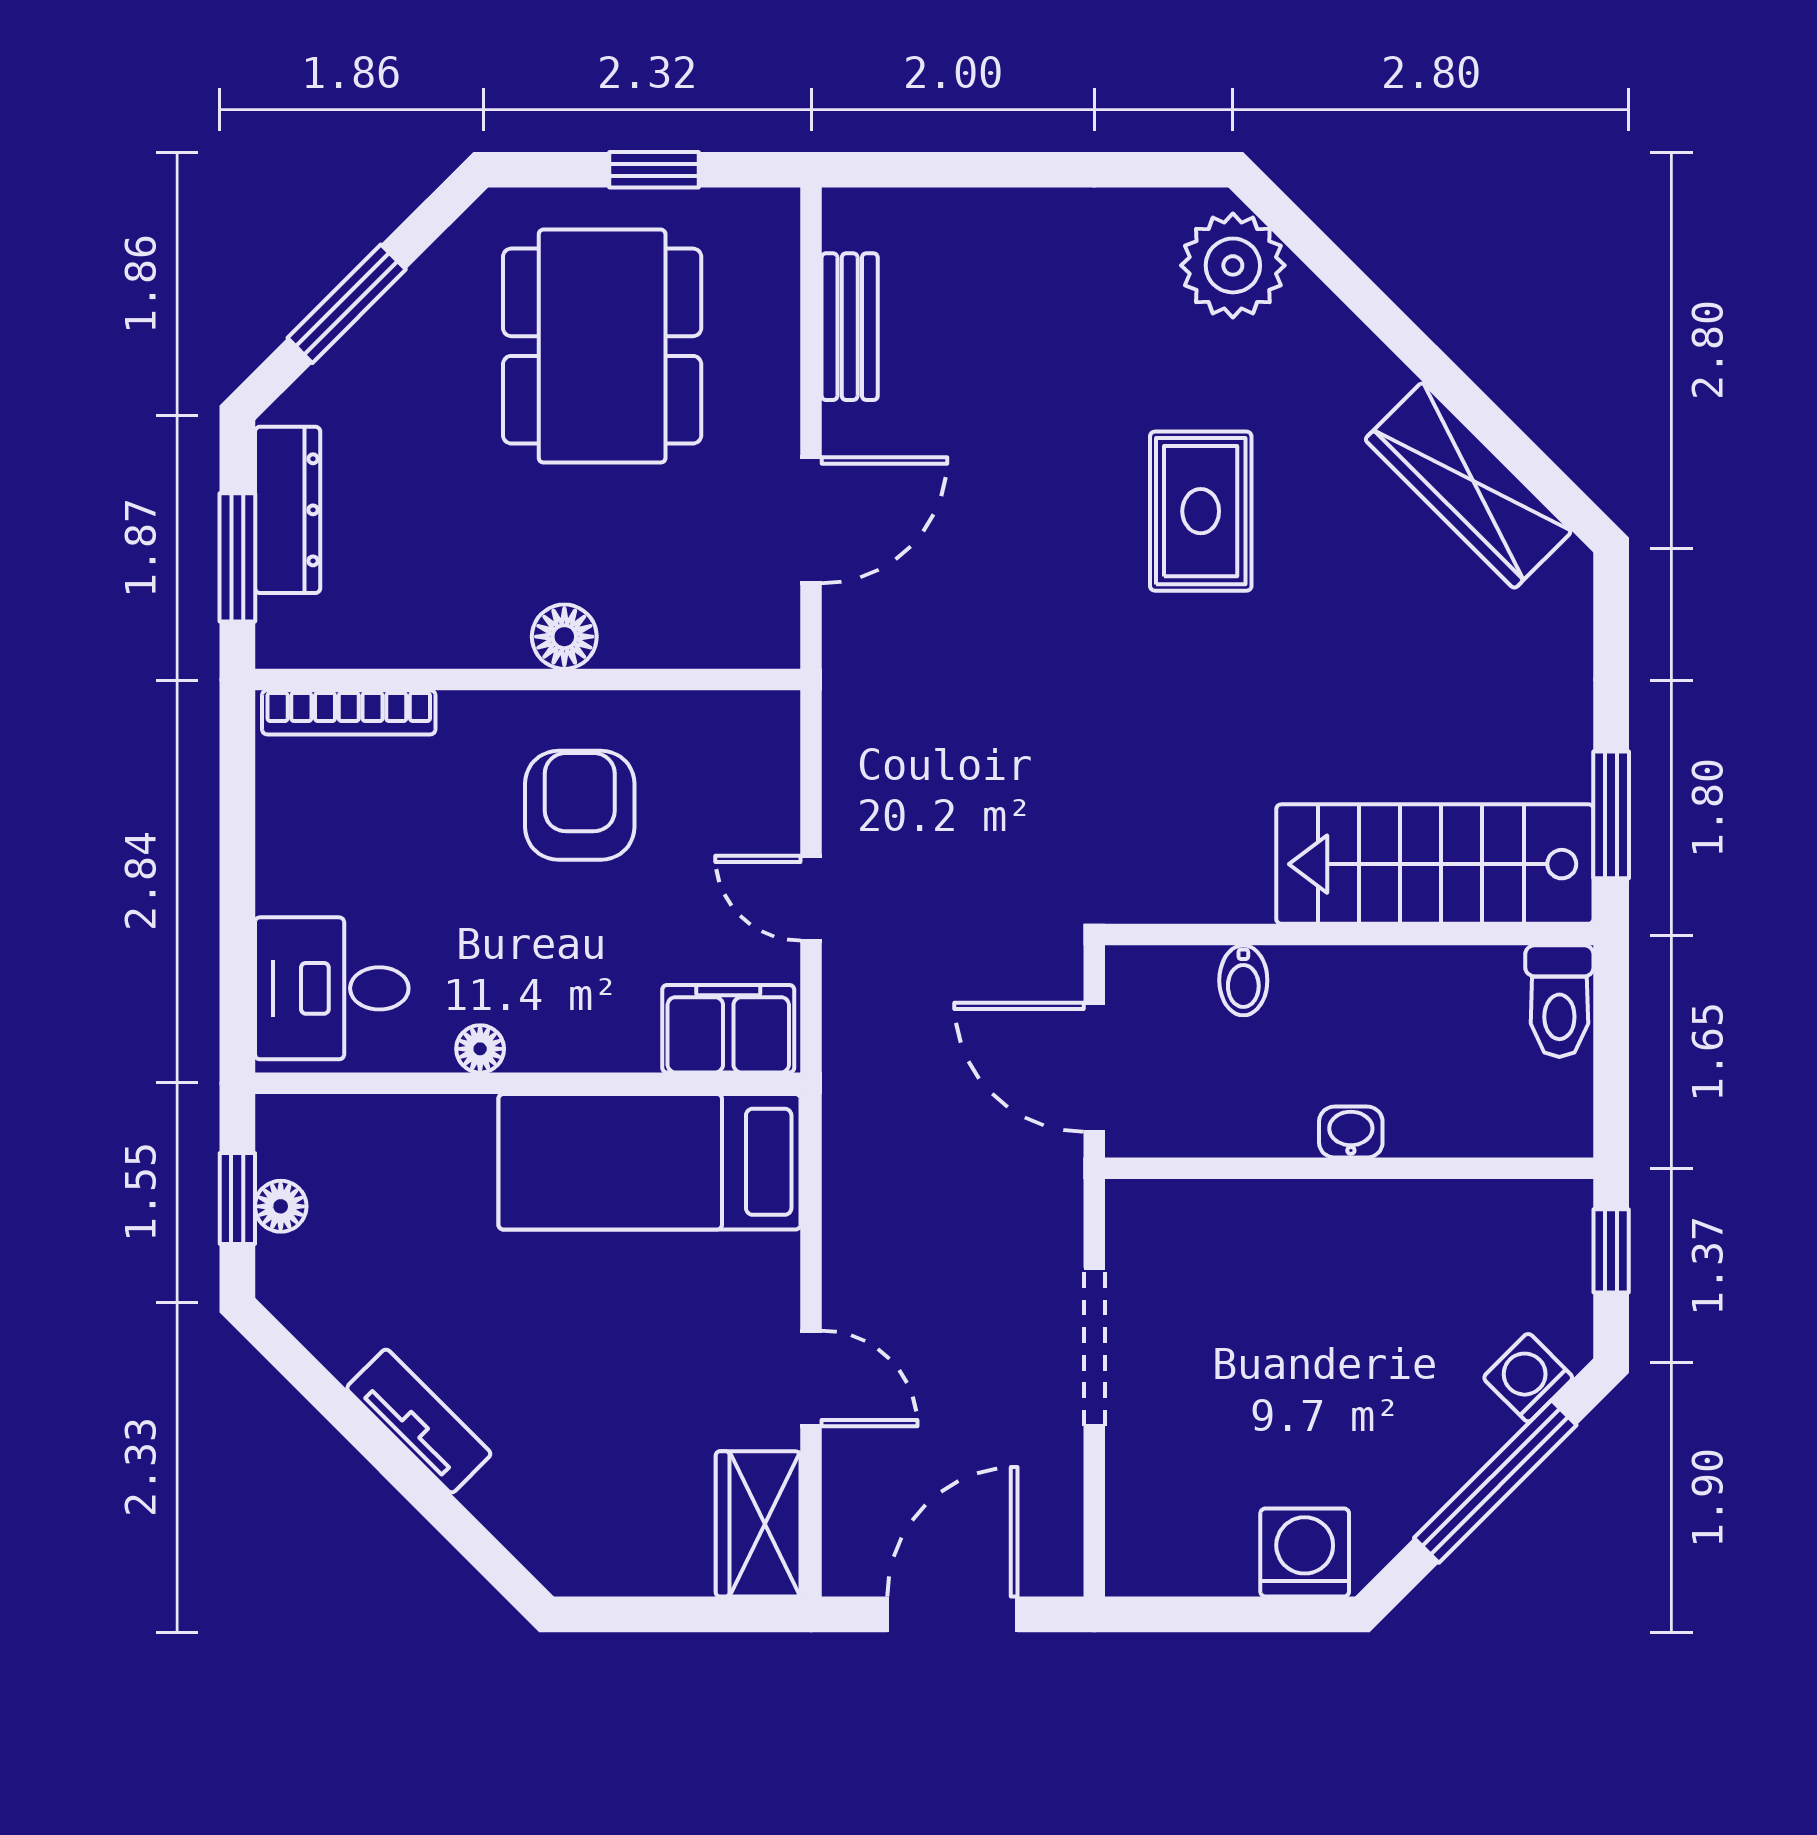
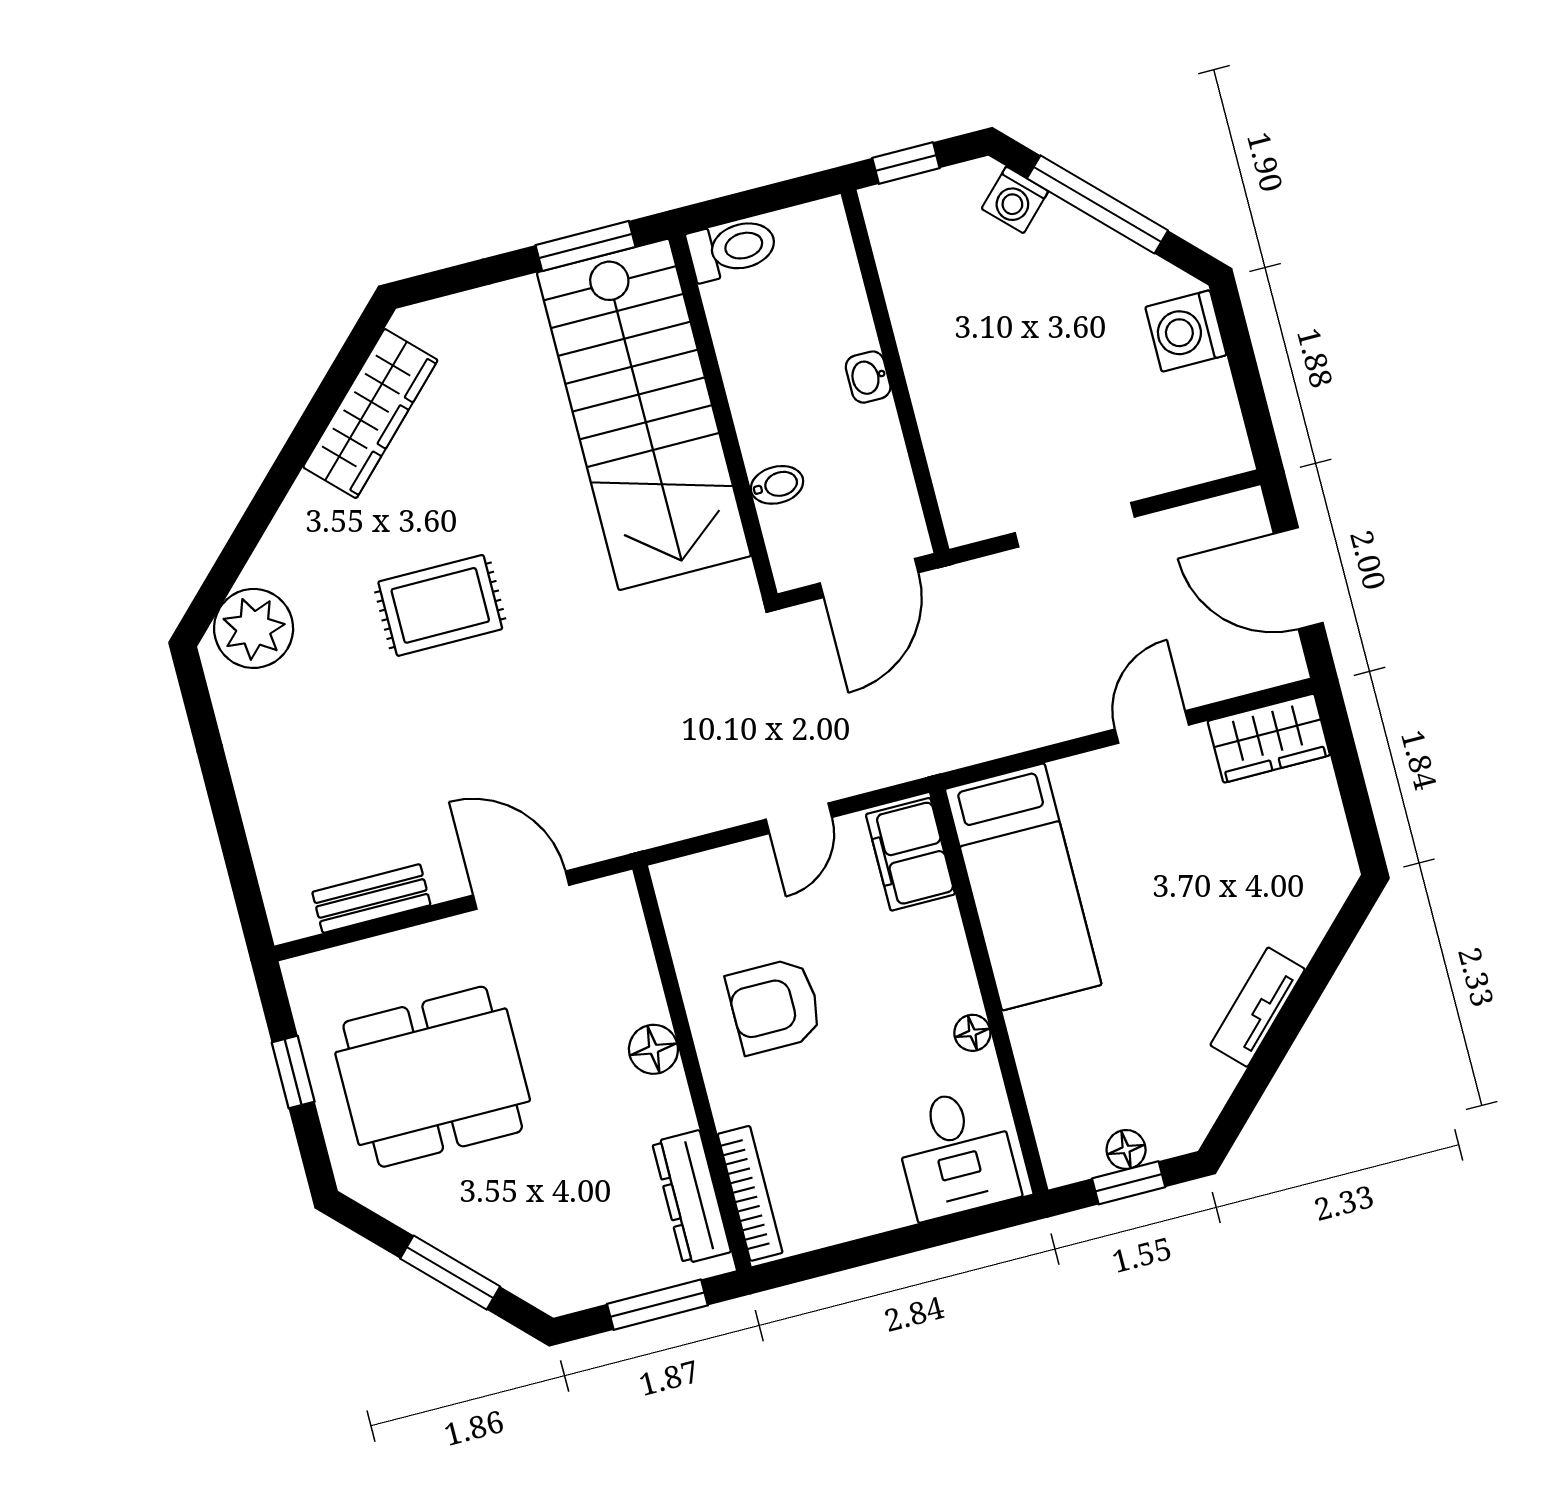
dresser: (288, 510) -> (691, 1197), moved, turned -90
stairs: (1435, 864) -> (644, 414), width x1.36, depth x1.51

